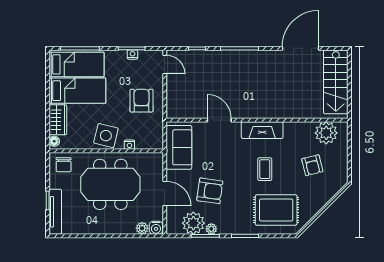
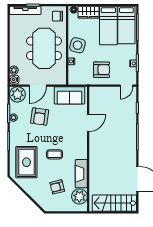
fireplace: (262, 130) -> (81, 174), moved
plant: (193, 223) -> (17, 94), moved

